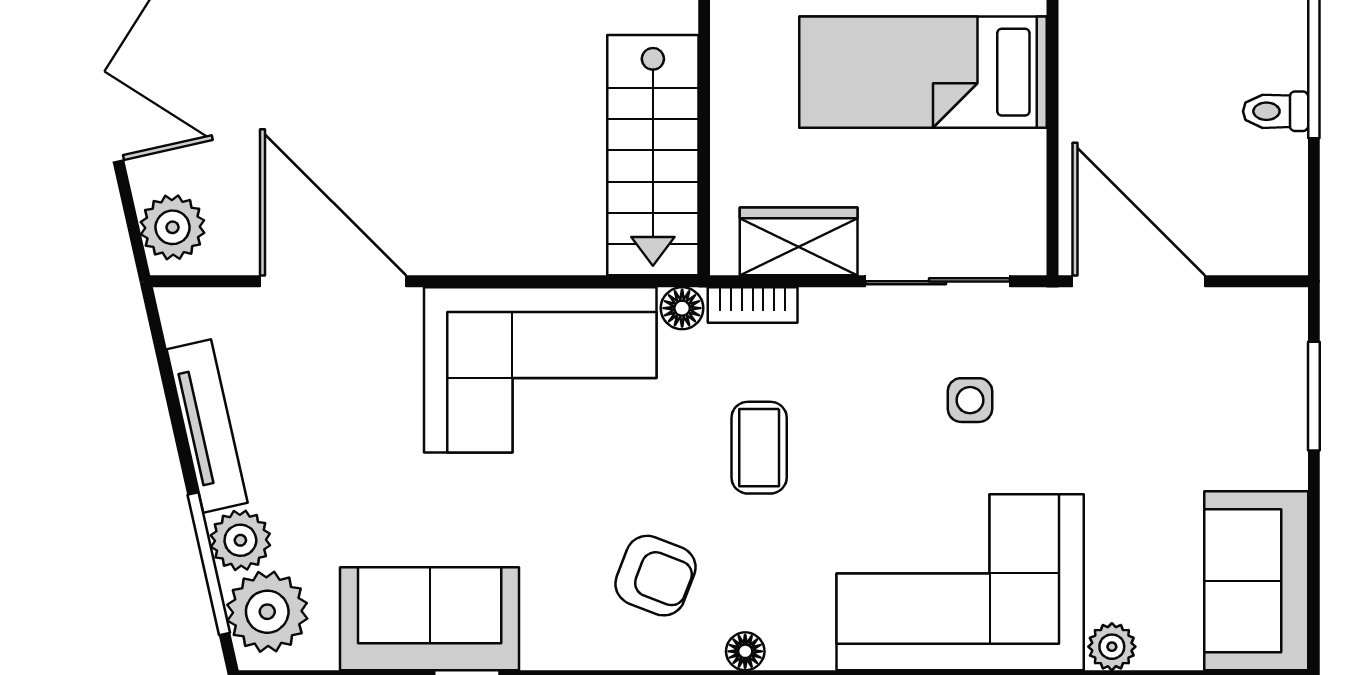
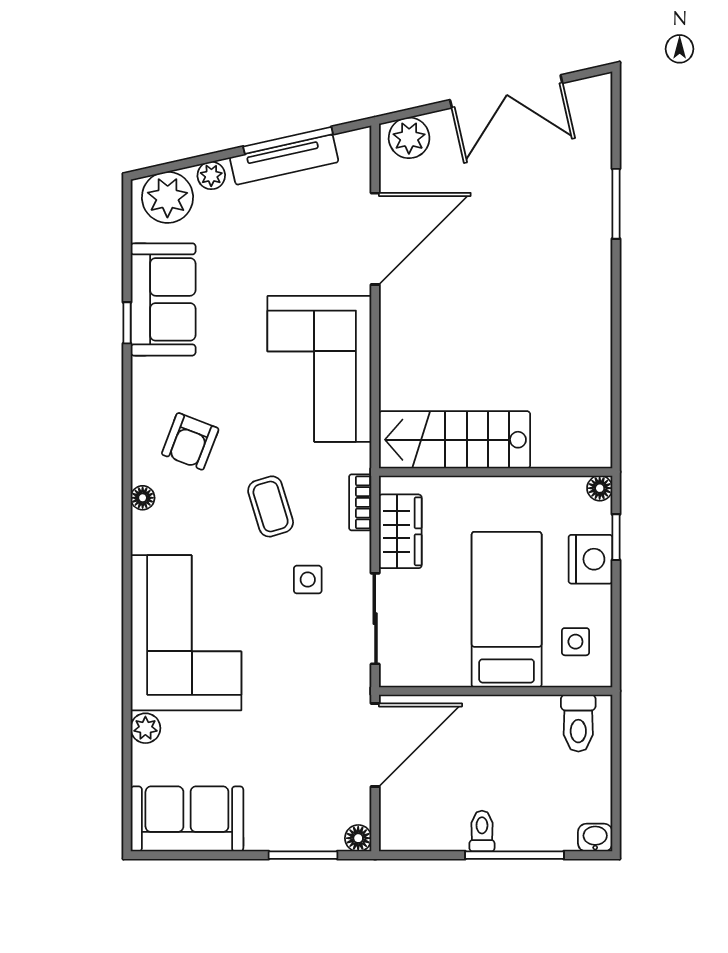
floor lamp: (682, 308) -> (358, 838), moved
side table: (970, 400) -> (308, 580), moved
coffee table: (759, 448) -> (271, 506), turned 73
plant: (240, 540) -> (211, 175), width x0.73, depth x0.73
window: (209, 564) -> (288, 140), moved

